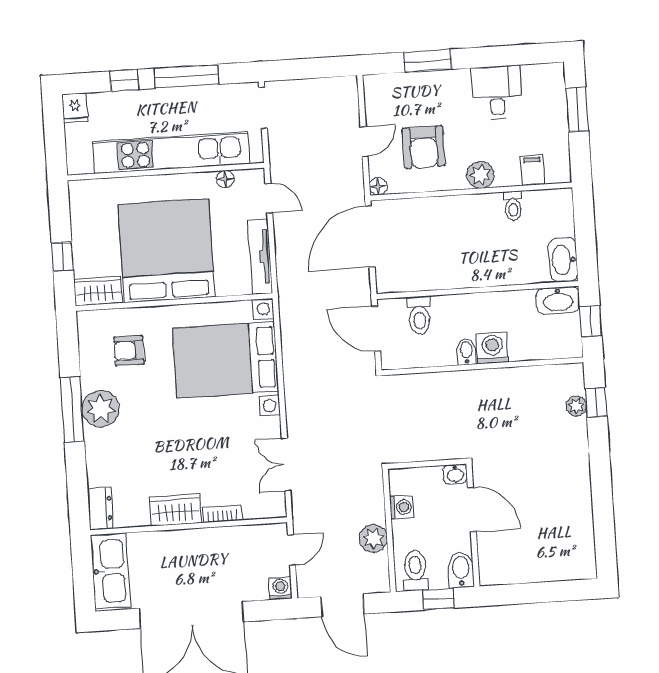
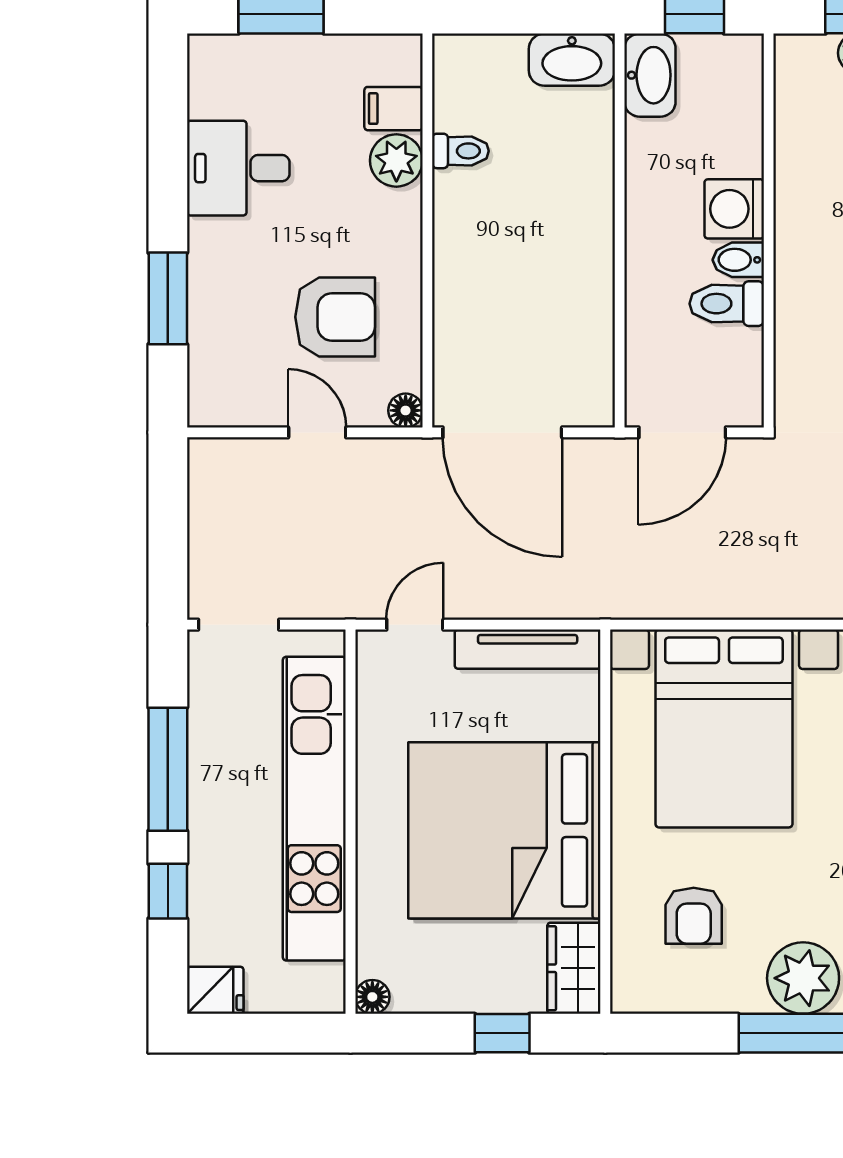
plant: (480, 175) -> (396, 160), moved
floor lamp: (225, 179) -> (372, 997), moved
toilet: (419, 315) -> (727, 304), moved, turned 180

